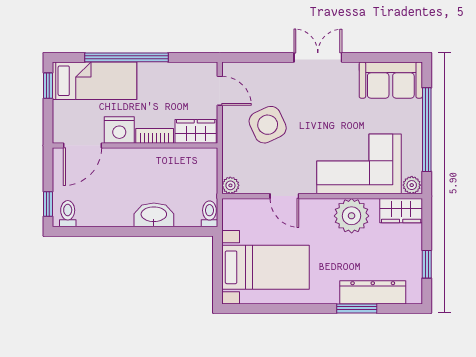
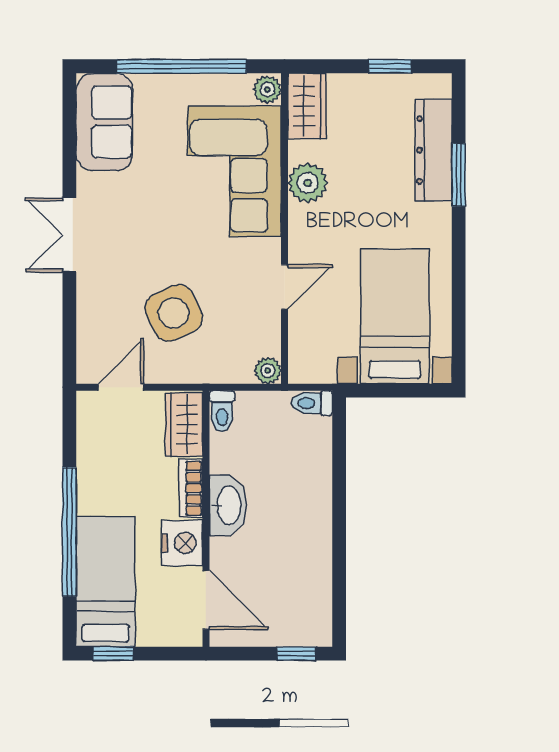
toilet: (68, 214) -> (222, 411), moved, turned -90
washbasin: (154, 215) -> (228, 505), moved, turned 180
plant: (352, 216) -> (308, 183), width x0.73, depth x0.73

